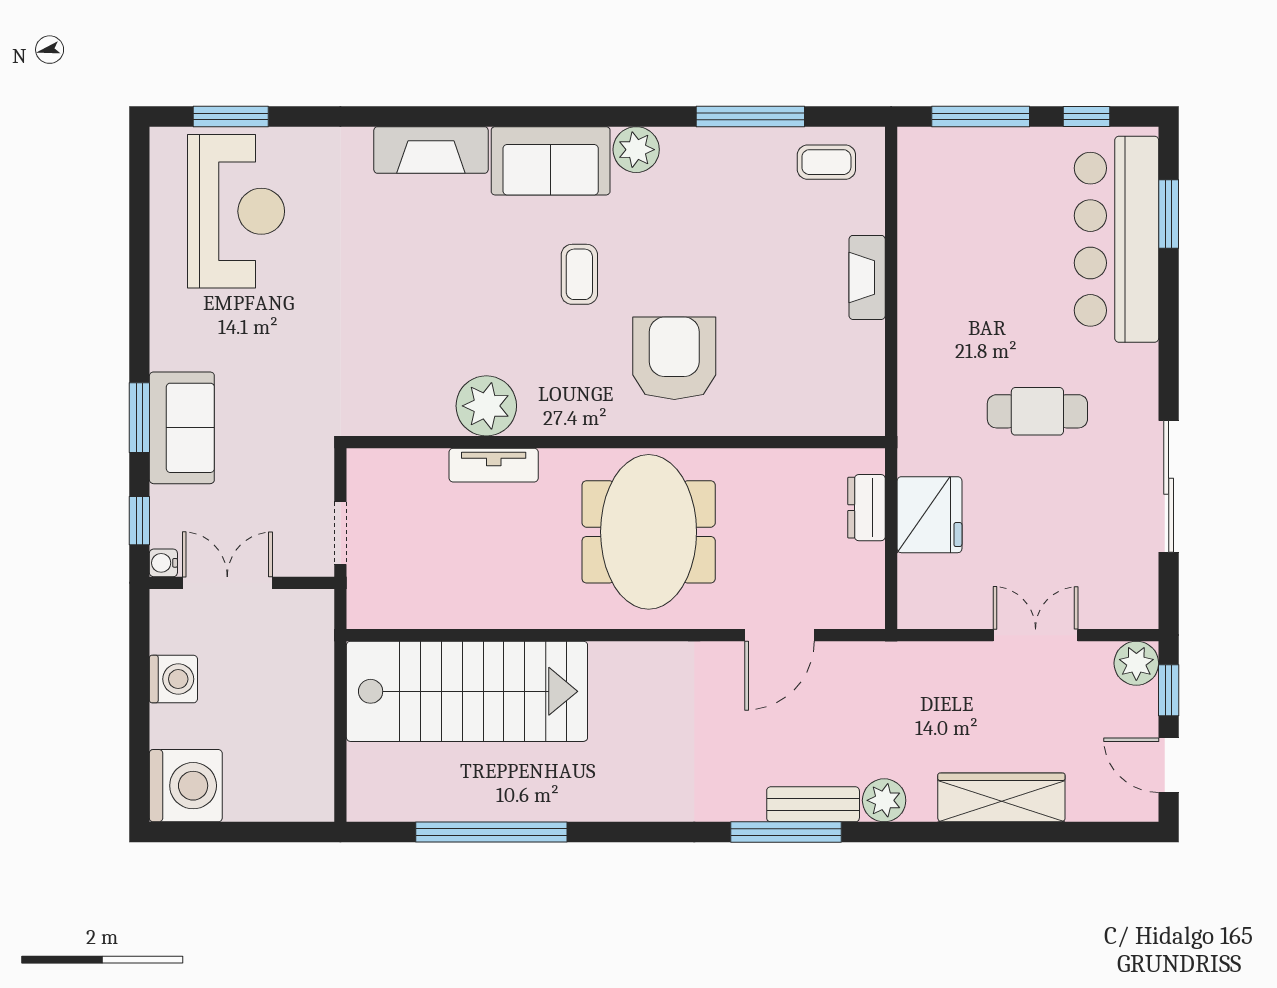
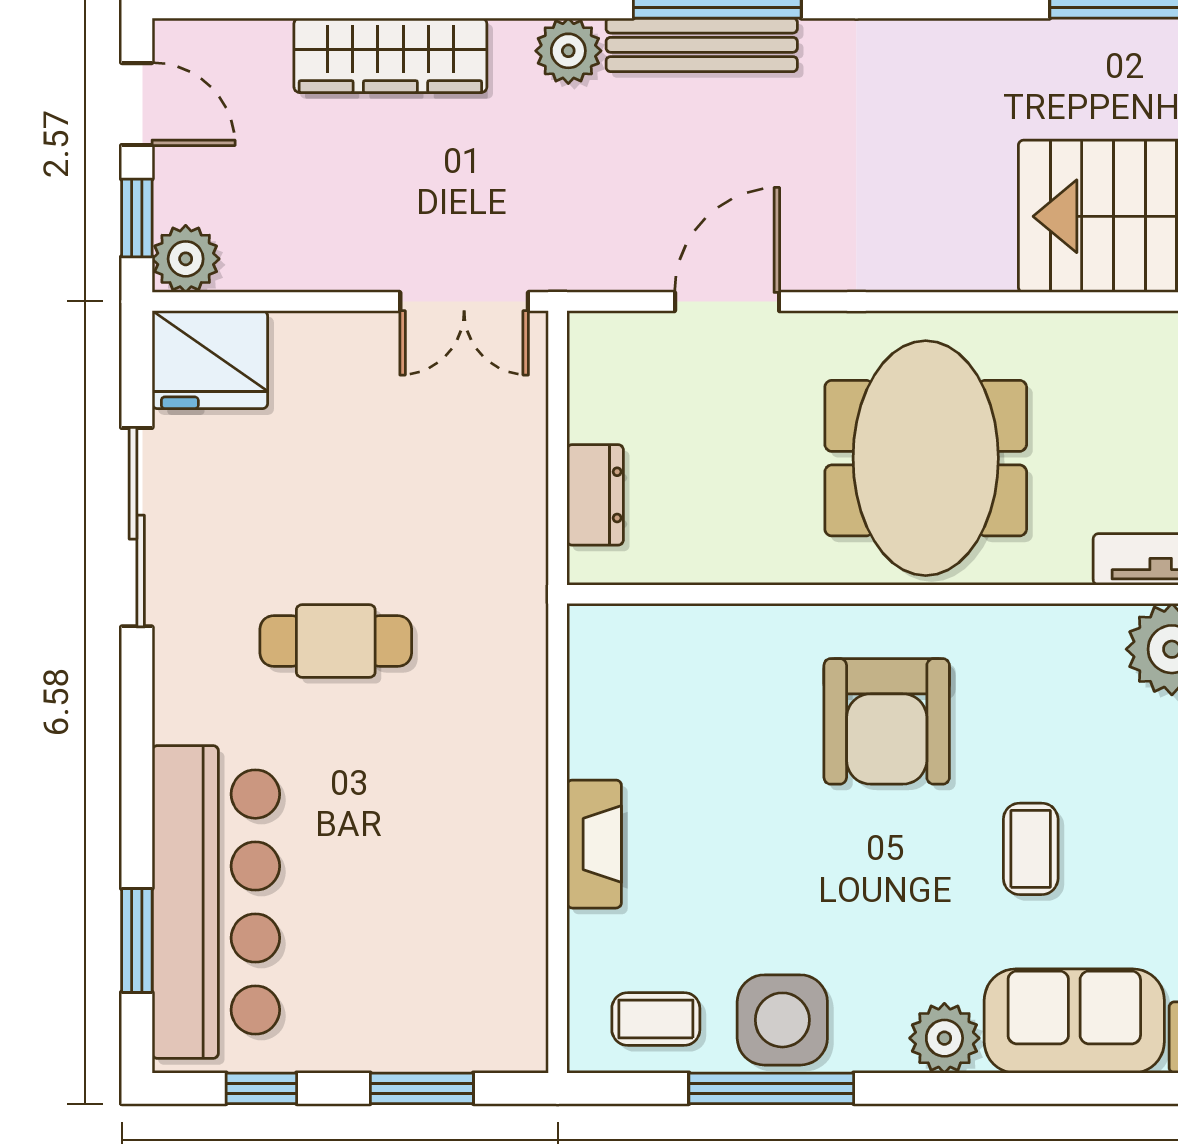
window: (981, 116) -> (422, 1088), width x0.69
side table: (743, 162) -> (782, 1020), added
fridge: (929, 515) -> (210, 360), moved, turned -90
double door: (1036, 635) -> (464, 302), moved
bench: (813, 804) -> (702, 45), width x1.36

